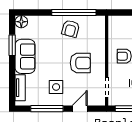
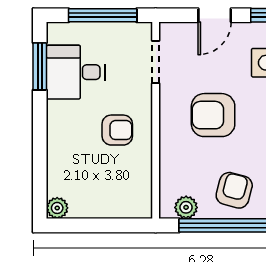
plant: (93, 21) -> (186, 207), added

